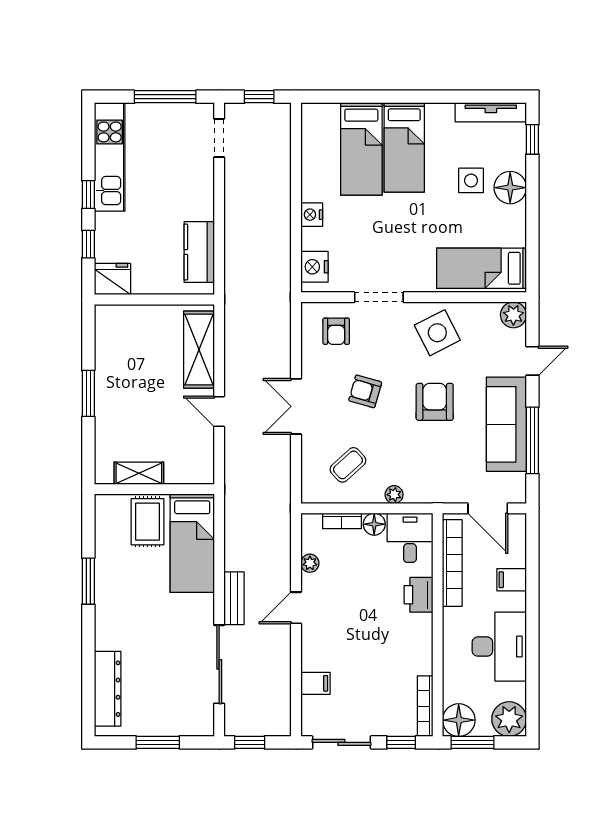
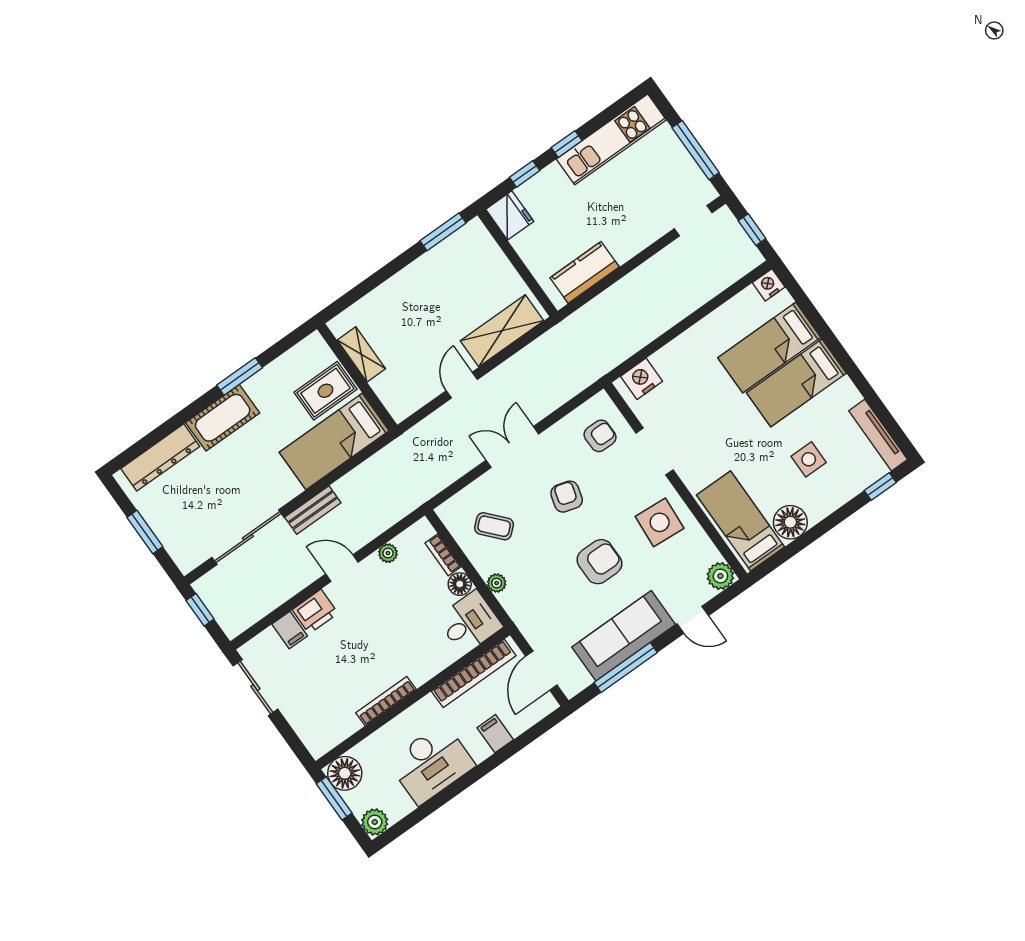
floor lamp: (510, 188) -> (790, 522), moved
nightstand: (312, 215) -> (769, 285), moved
armchair: (336, 331) -> (600, 436), turned 180
side table: (437, 333) -> (660, 522), turned 31
window: (88, 393) -> (443, 232), moved
printer: (418, 595) -> (315, 612), moved, turned 180
cot: (111, 618) -> (223, 418), added
bookcase: (425, 706) -> (386, 701), moved
plant: (509, 719) -> (375, 822), width x0.73, depth x0.73
window: (401, 742) -> (291, 738), removed

